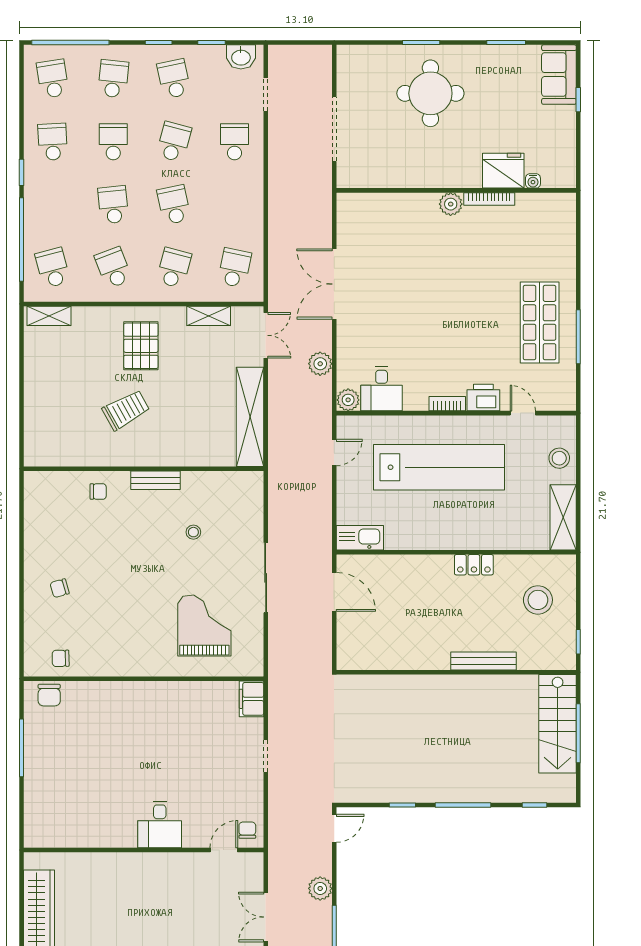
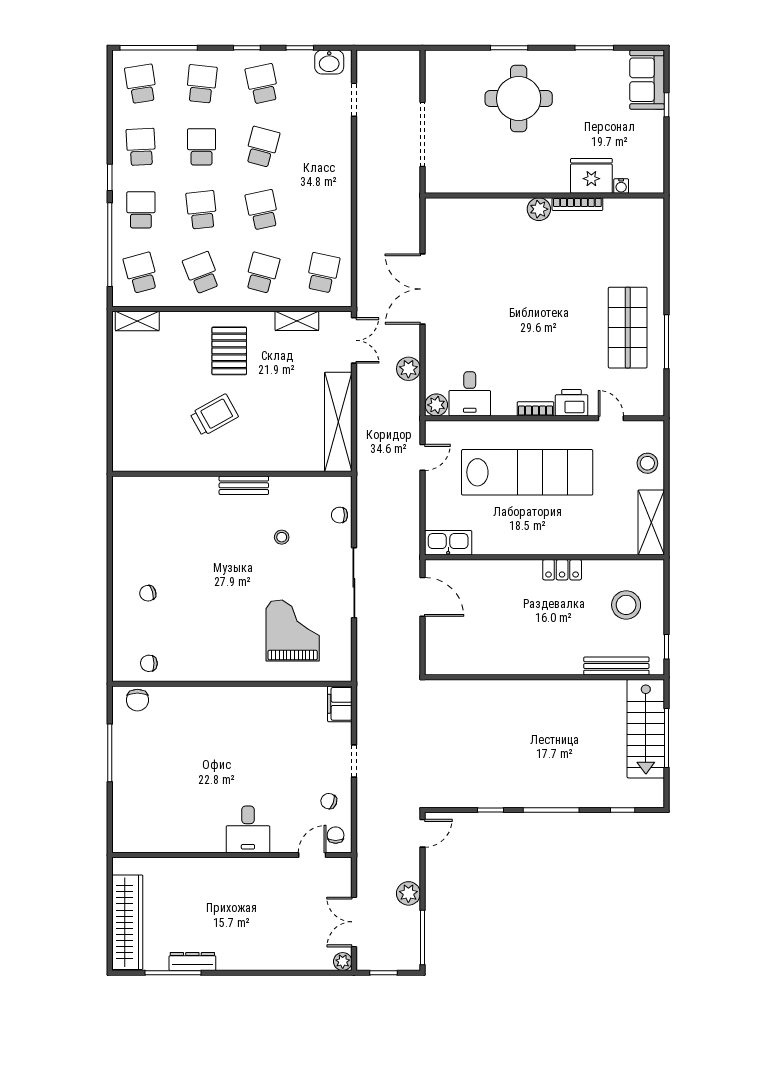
school desk: (235, 142) -> (141, 210), moved
chair: (98, 491) -> (340, 515), moved, turned 180
bench: (483, 661) -> (616, 666), moved
chair: (241, 796) -> (329, 801), added

